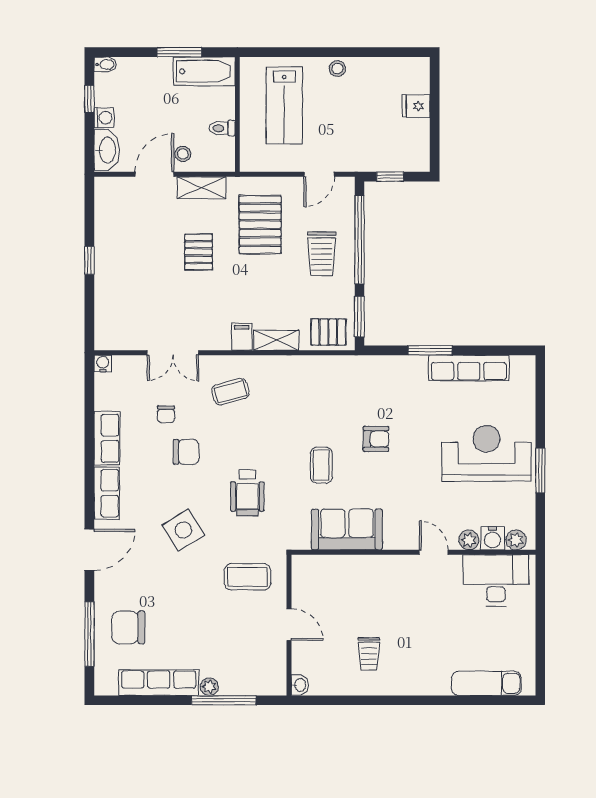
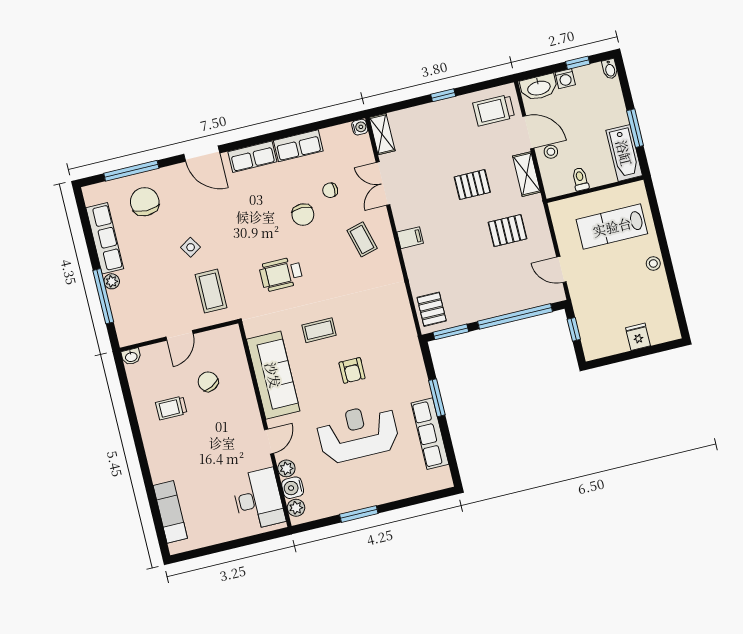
pallet: (260, 225) -> (507, 231), width x0.67, depth x0.71
trolley: (322, 254) -> (494, 110), moved
shelving: (276, 340) -> (382, 134), moved
reception desk: (486, 453) -> (358, 433), moved, turned -90
sofa: (347, 529) -> (273, 375), width x1.36
side table: (183, 530) -> (191, 247), moved, width x0.54, depth x0.54
chair: (349, 605) -> (208, 382), added

